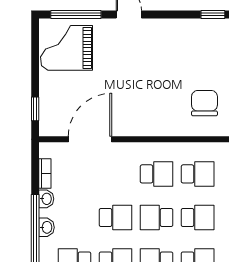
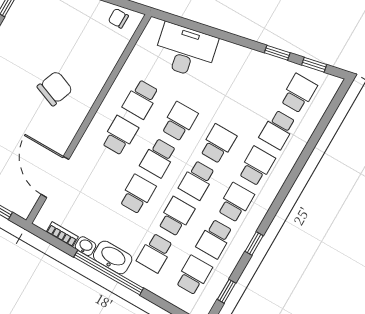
chair: (204, 103) -> (55, 88), moved, turned 111
school desk: (198, 174) -> (141, 99), turned 180
washbasin: (47, 227) -> (113, 257), width x1.91, depth x1.45

